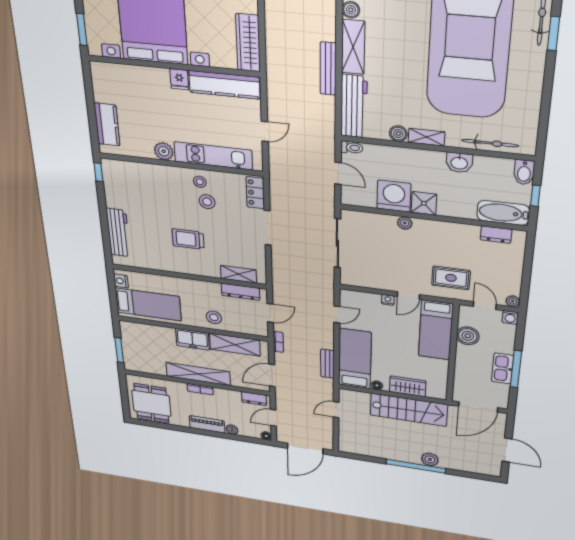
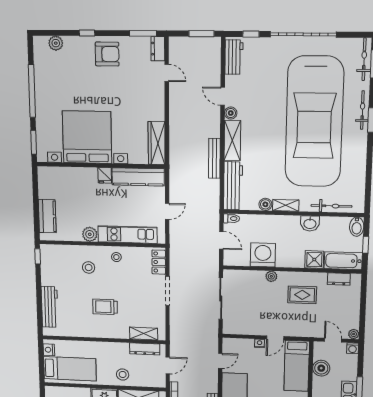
stool: (207, 202) -> (89, 267), moved
shower: (424, 203) -> (314, 260), moved
rug: (451, 278) -> (302, 295), moved

